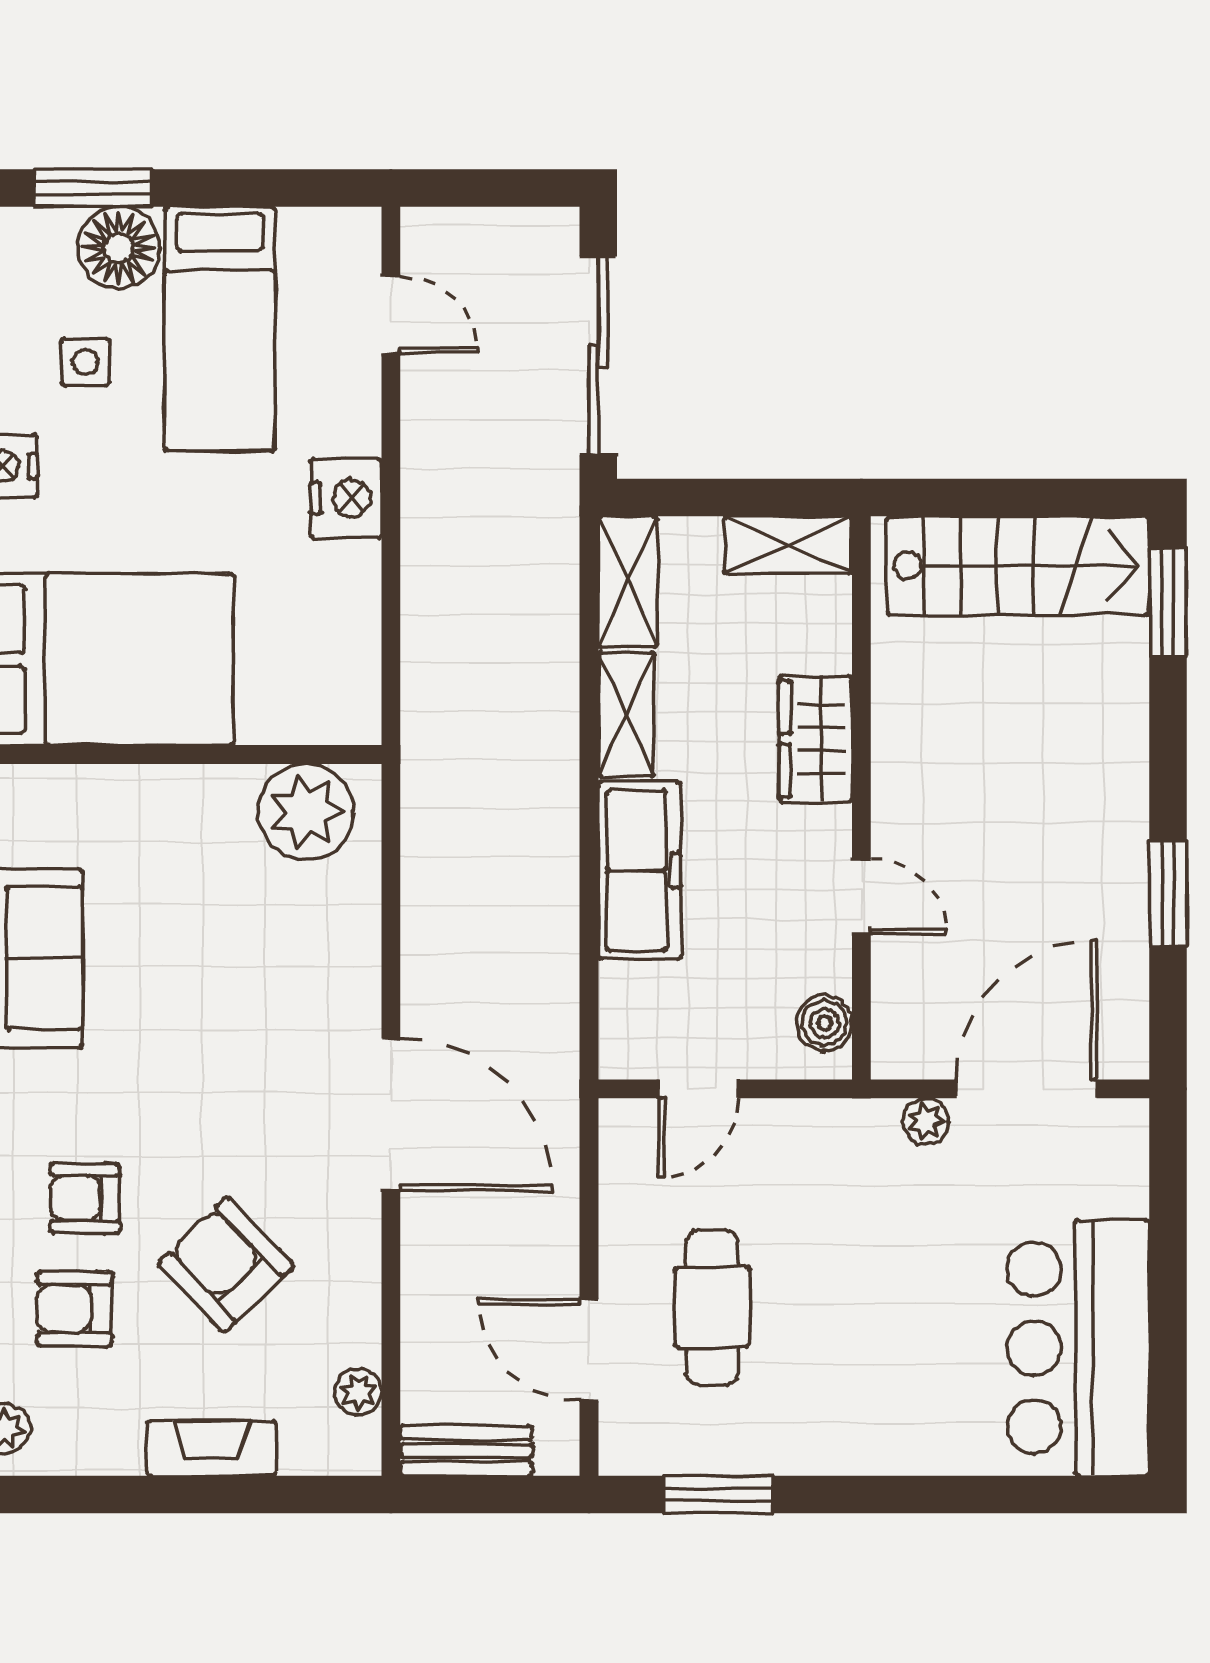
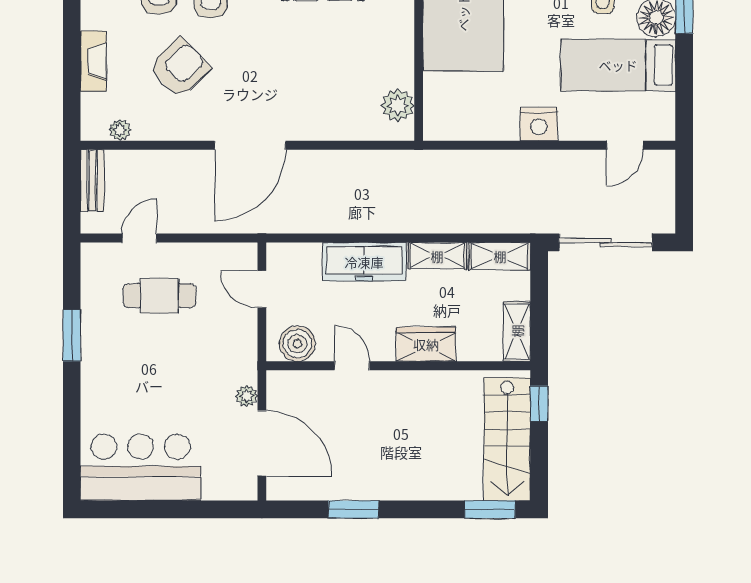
window: (942, 498) -> (539, 403), added
plant: (306, 812) -> (398, 105), width x0.73, depth x0.73
door: (861, 897) -> (352, 366), swing flipped
boiler: (824, 1023) -> (297, 344), width x1.36, depth x1.36
door: (589, 1350) -> (139, 238), width x0.73
window: (719, 1494) -> (72, 335), moved

